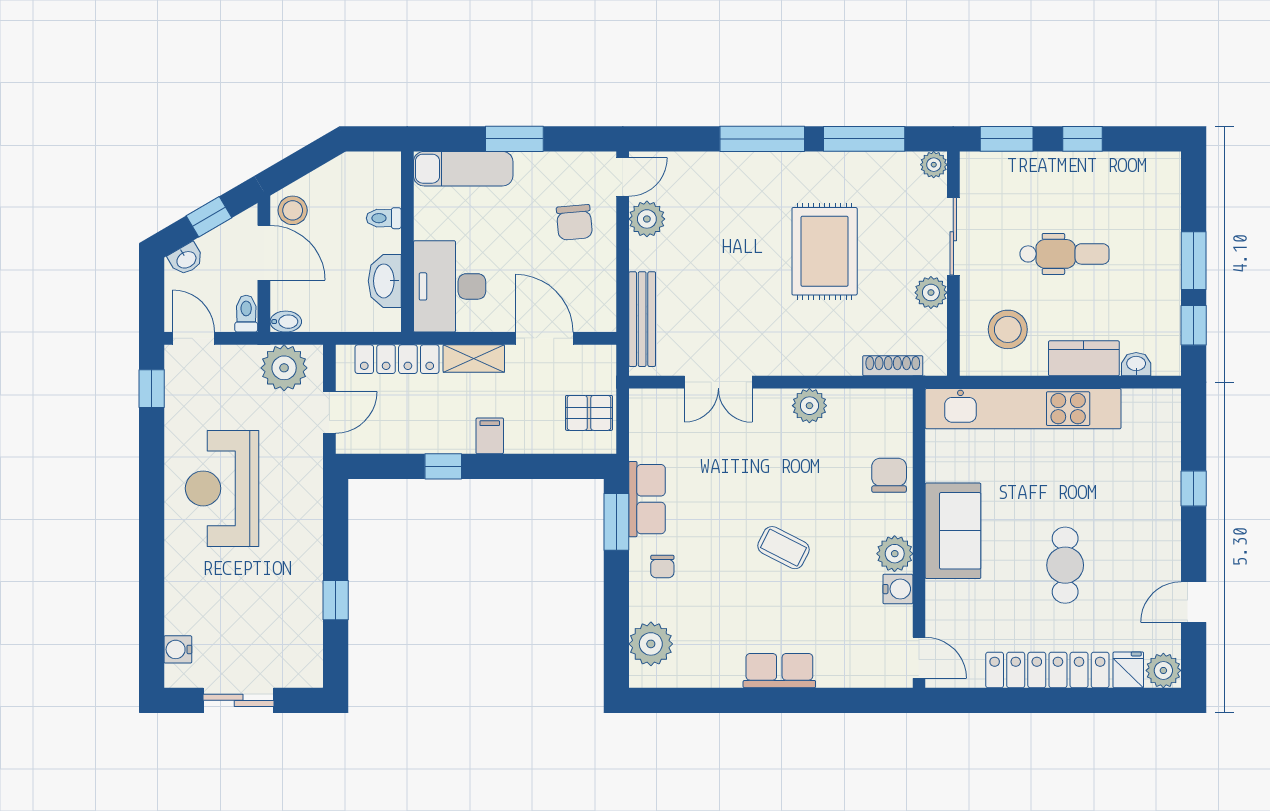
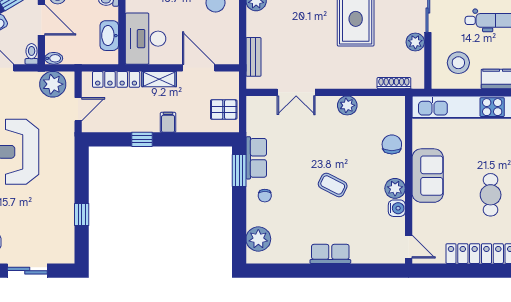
bench: (642, 319) -> (253, 57), width x0.73

